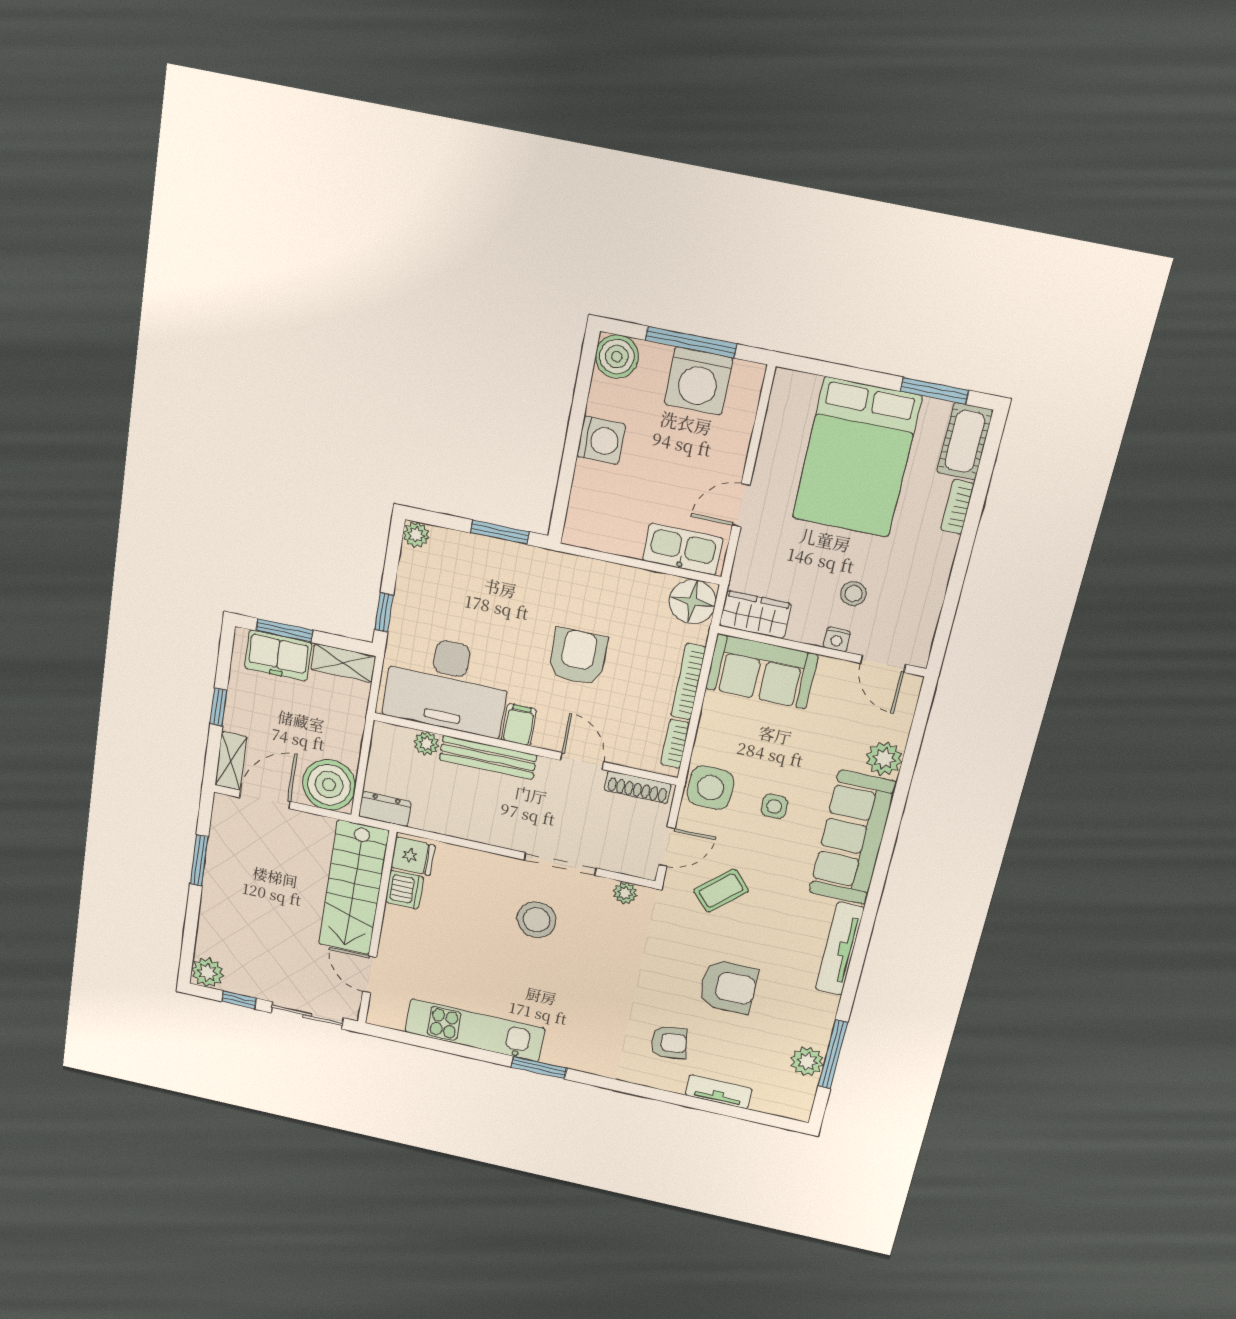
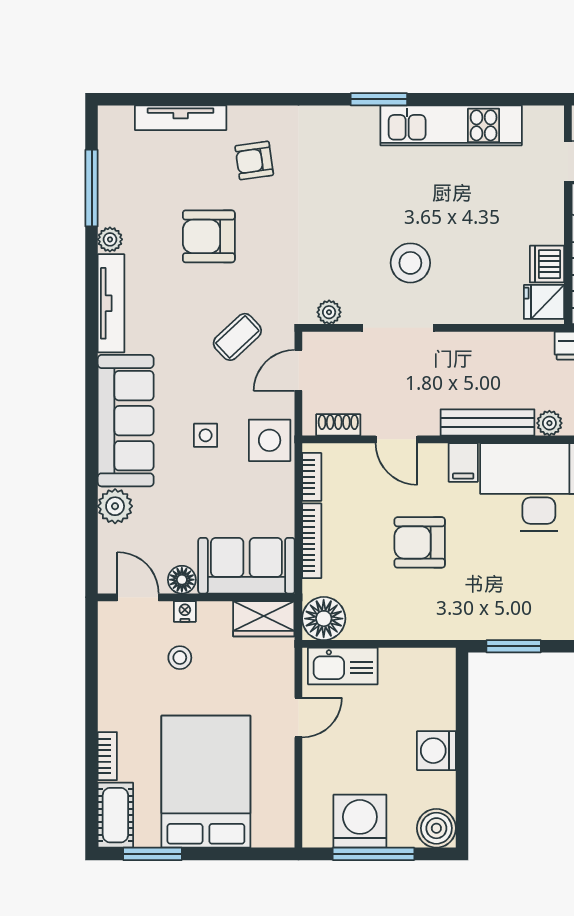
armchair: (578, 657) -> (420, 542), turned 90
floor lamp: (832, 672) -> (182, 580), added
shoe rack: (638, 787) -> (338, 425), width x0.70
plant: (807, 1062) -> (110, 239), moved, width x0.73, depth x0.73
tv unit: (719, 1092) -> (181, 118), width x1.41

